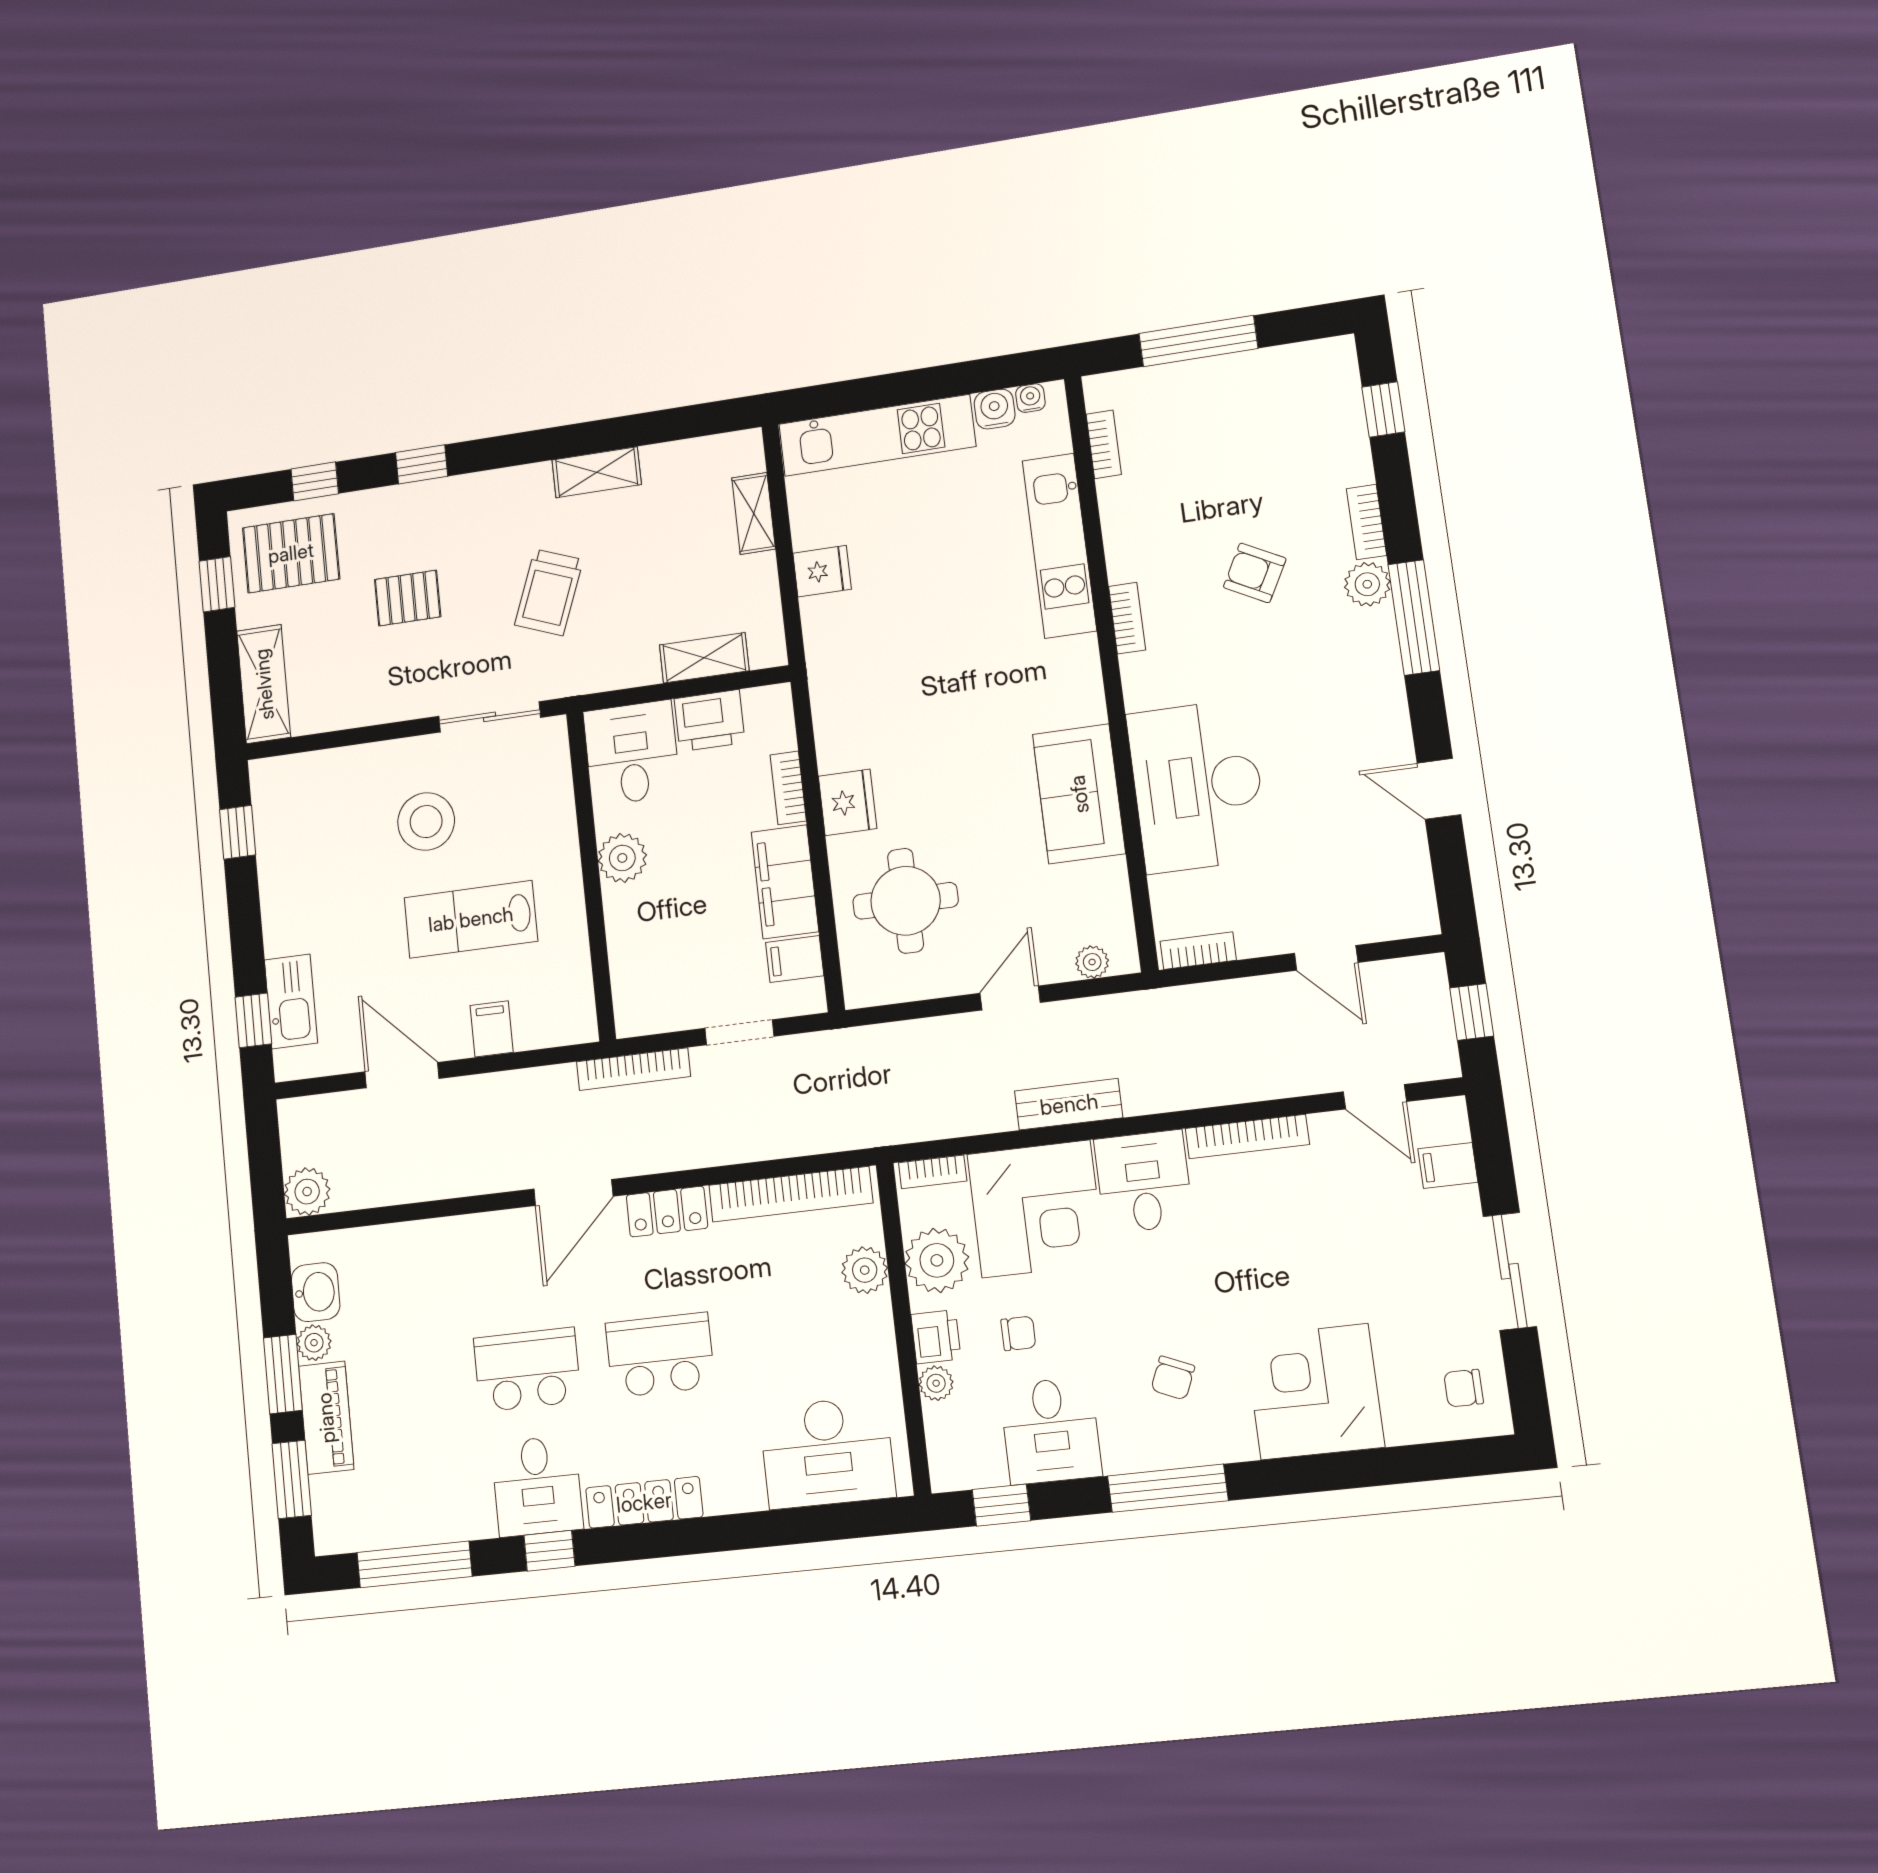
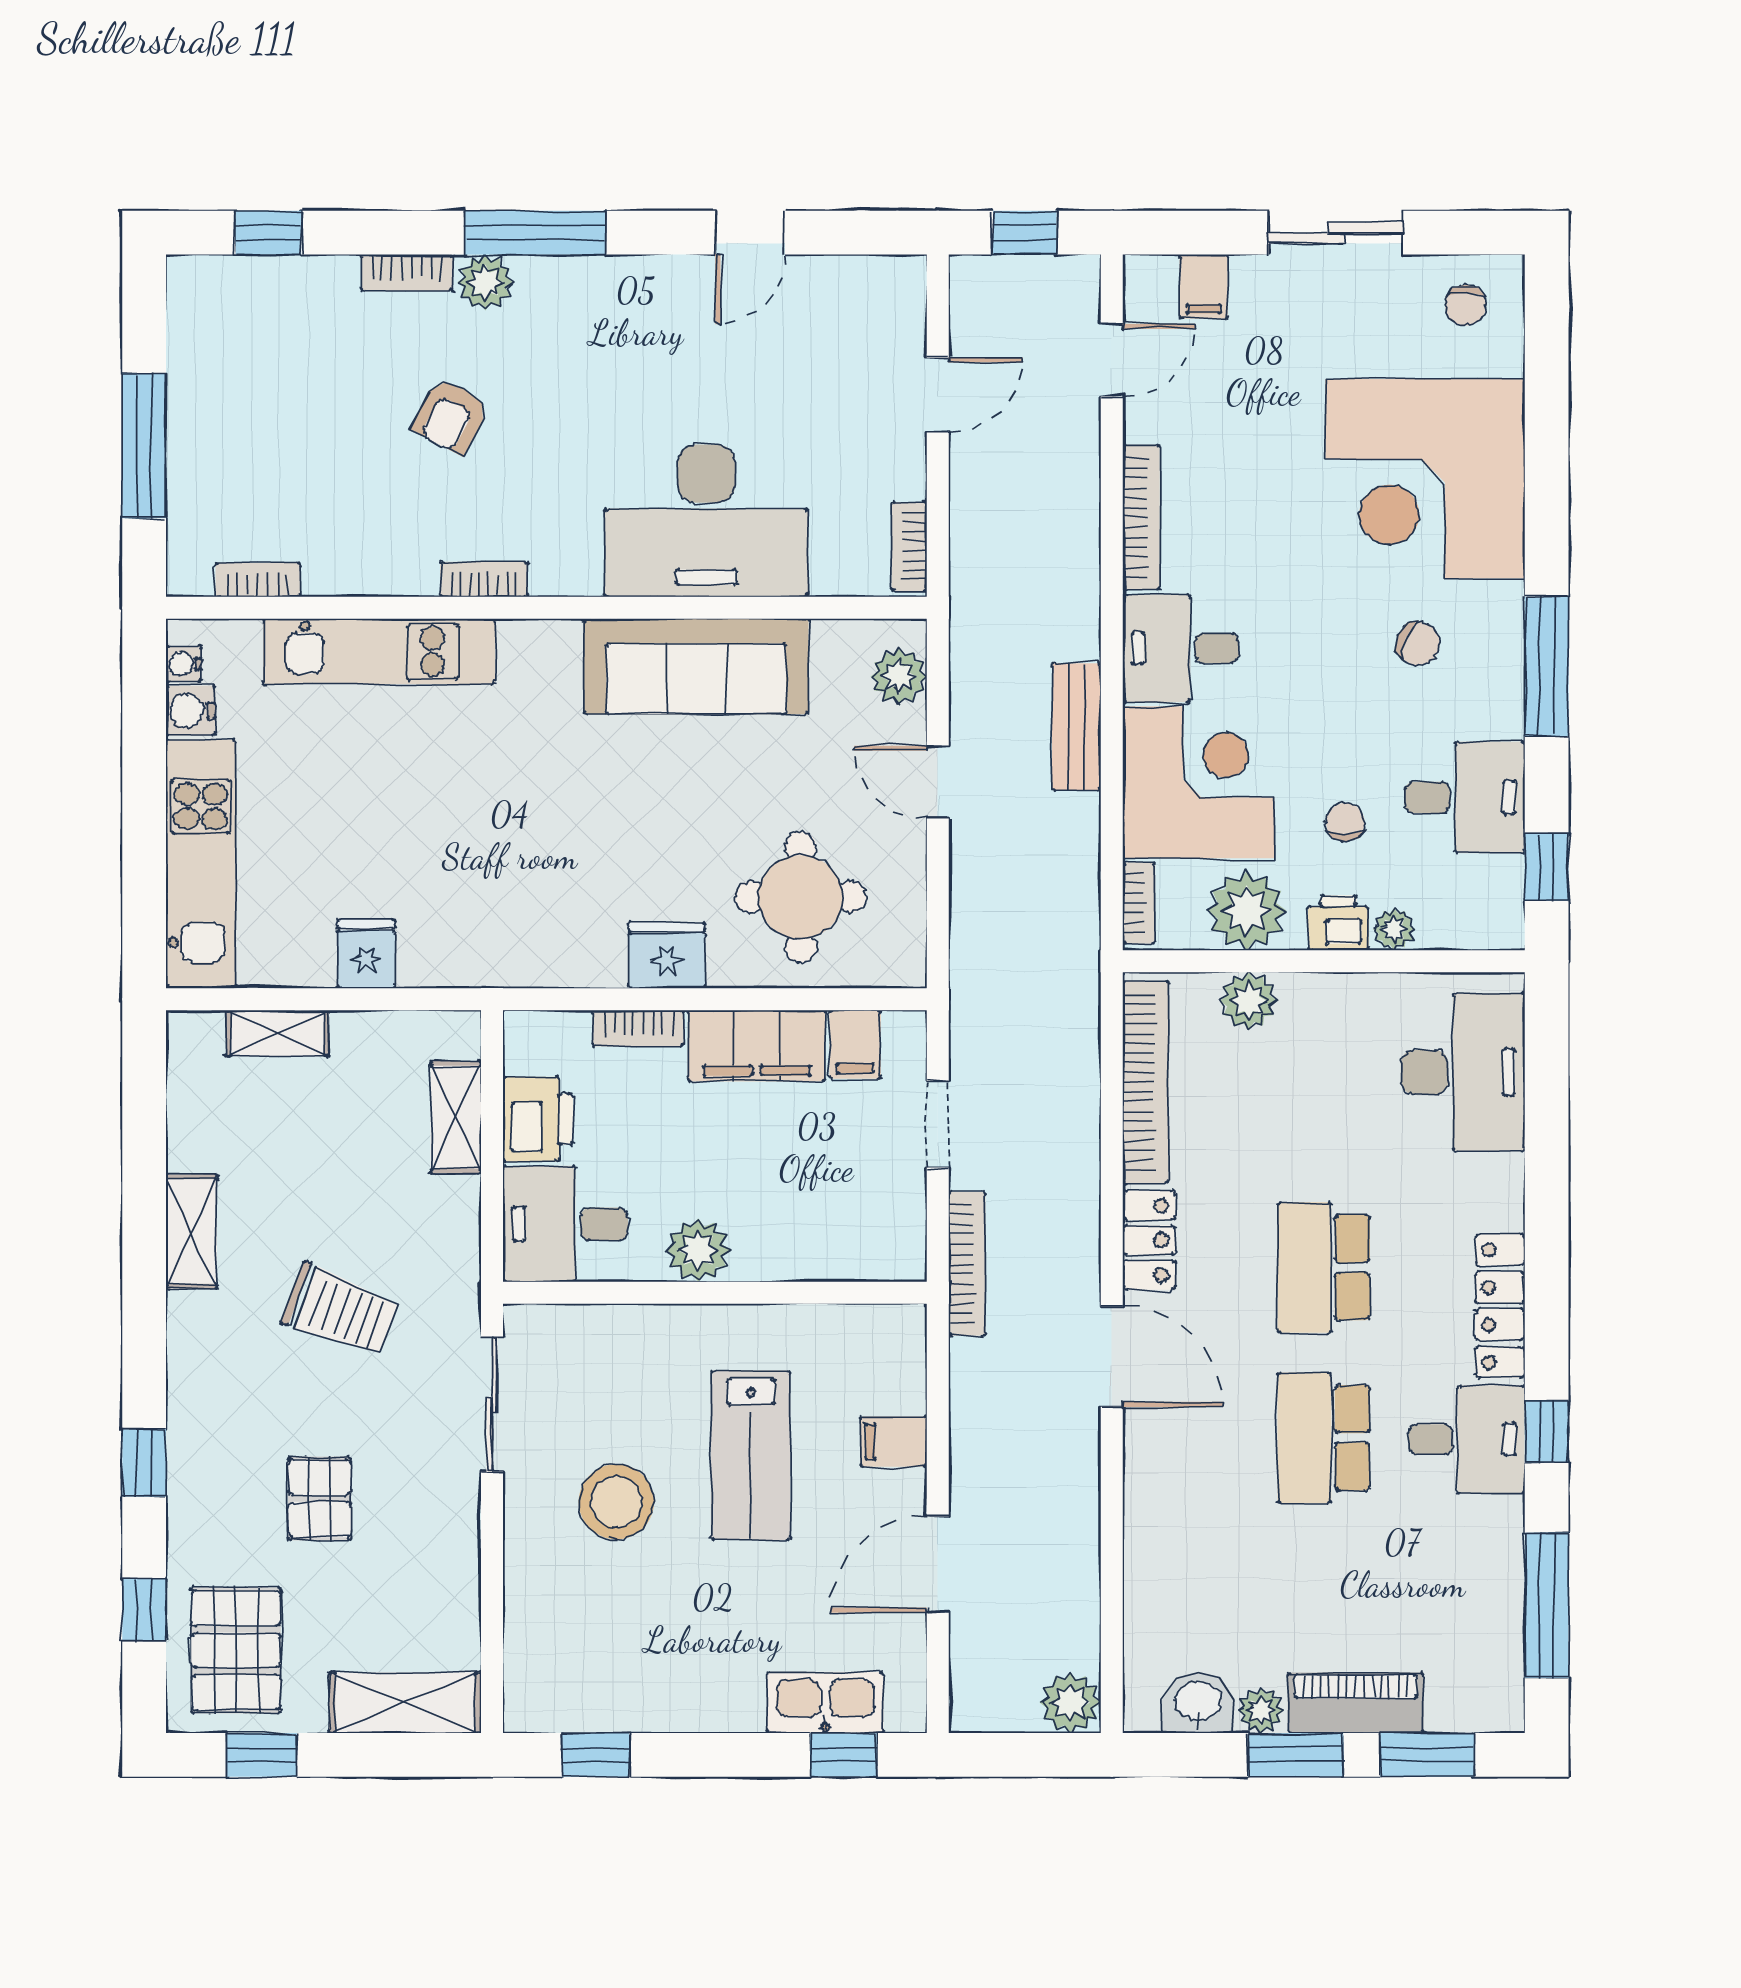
sofa: (1079, 794) -> (696, 666), width x1.36
plant: (1092, 962) -> (899, 677), width x1.38, depth x1.38
corner desk: (1314, 1392) -> (1425, 479), width x1.36, depth x1.36

